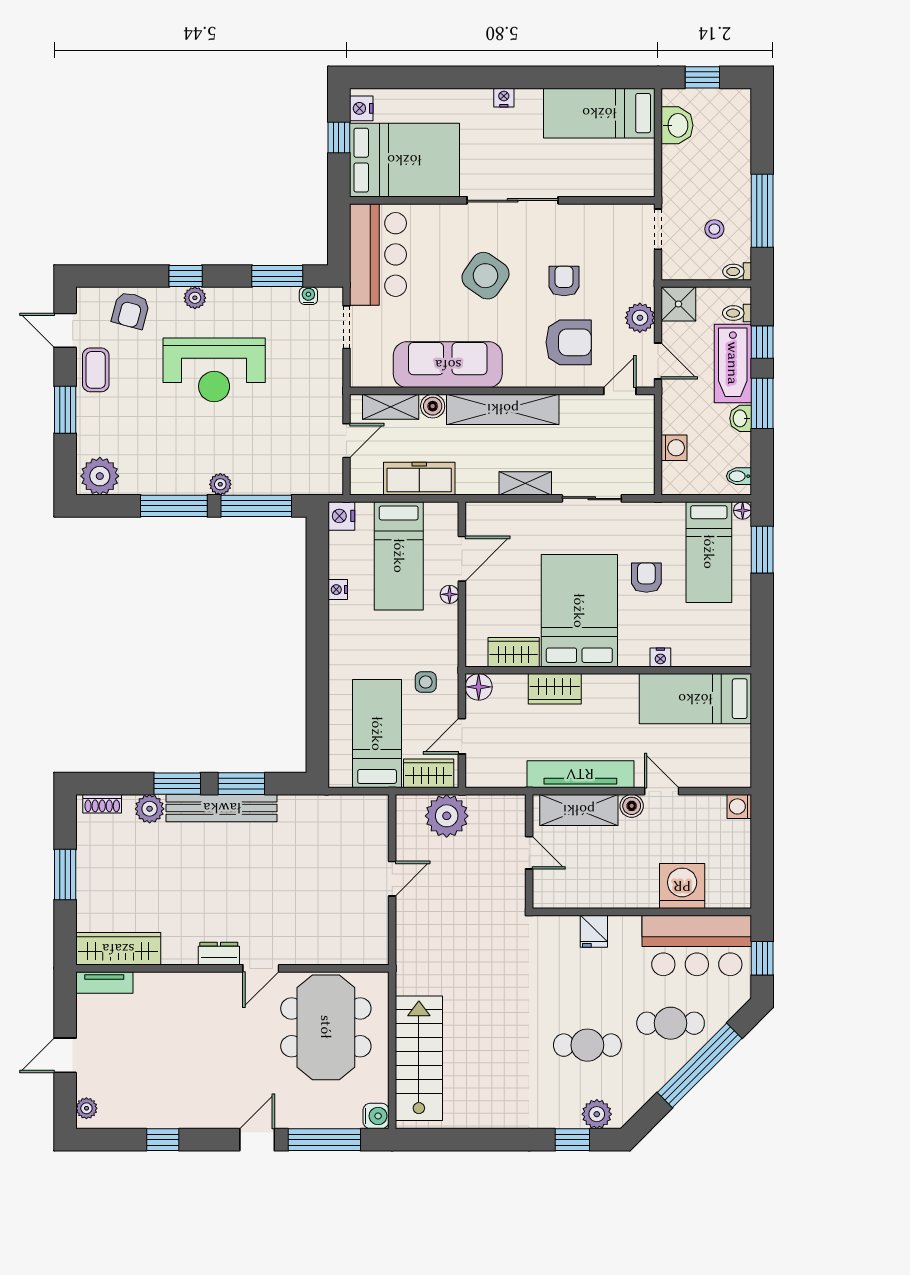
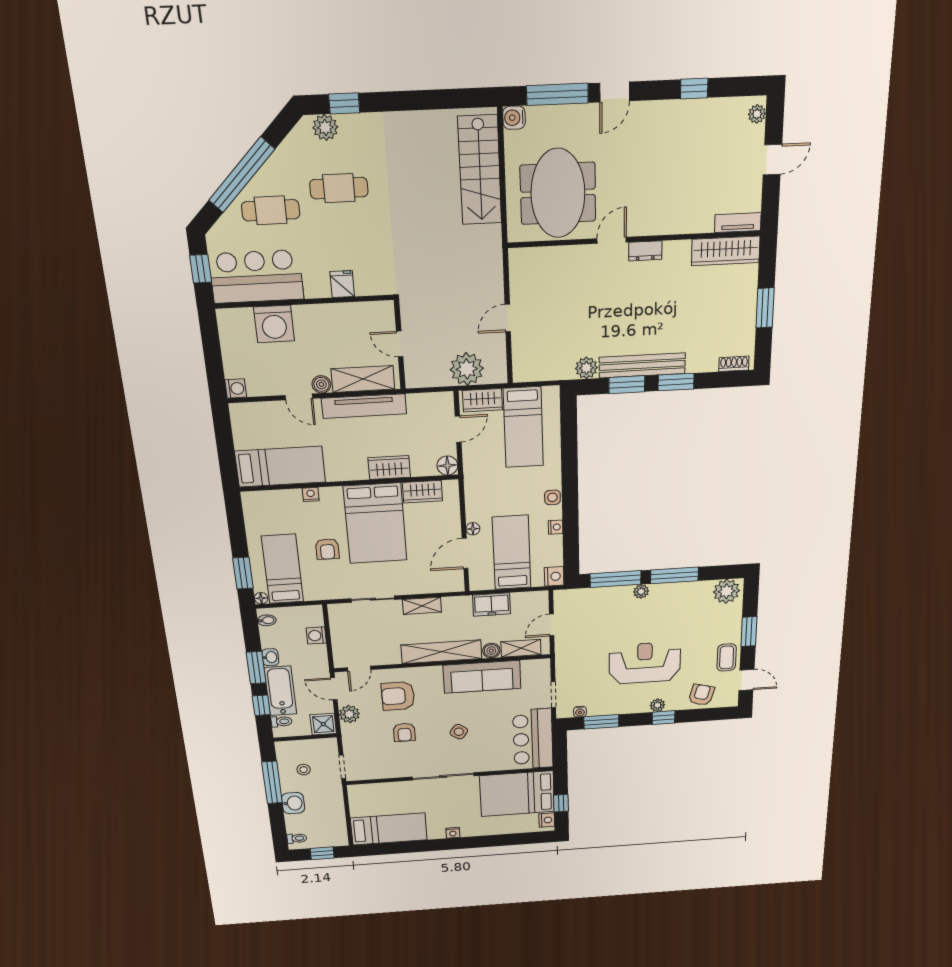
washbasin: (677, 125) -> (293, 803), moved, turned 180
toilet: (737, 272) -> (297, 838), moved
side table: (486, 276) -> (459, 732), width x0.54, depth x0.54
freezer: (419, 479) -> (492, 605), width x0.71
side table: (426, 682) -> (552, 497), moved
plant: (150, 809) -> (586, 368), moved

